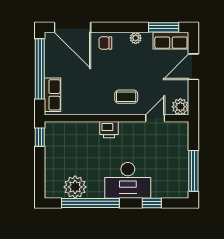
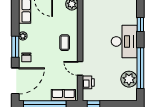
window: (164, 27) -> (15, 47), moved
door: (155, 118) -> (80, 68), moved
printer: (109, 130) -> (88, 82), moved

